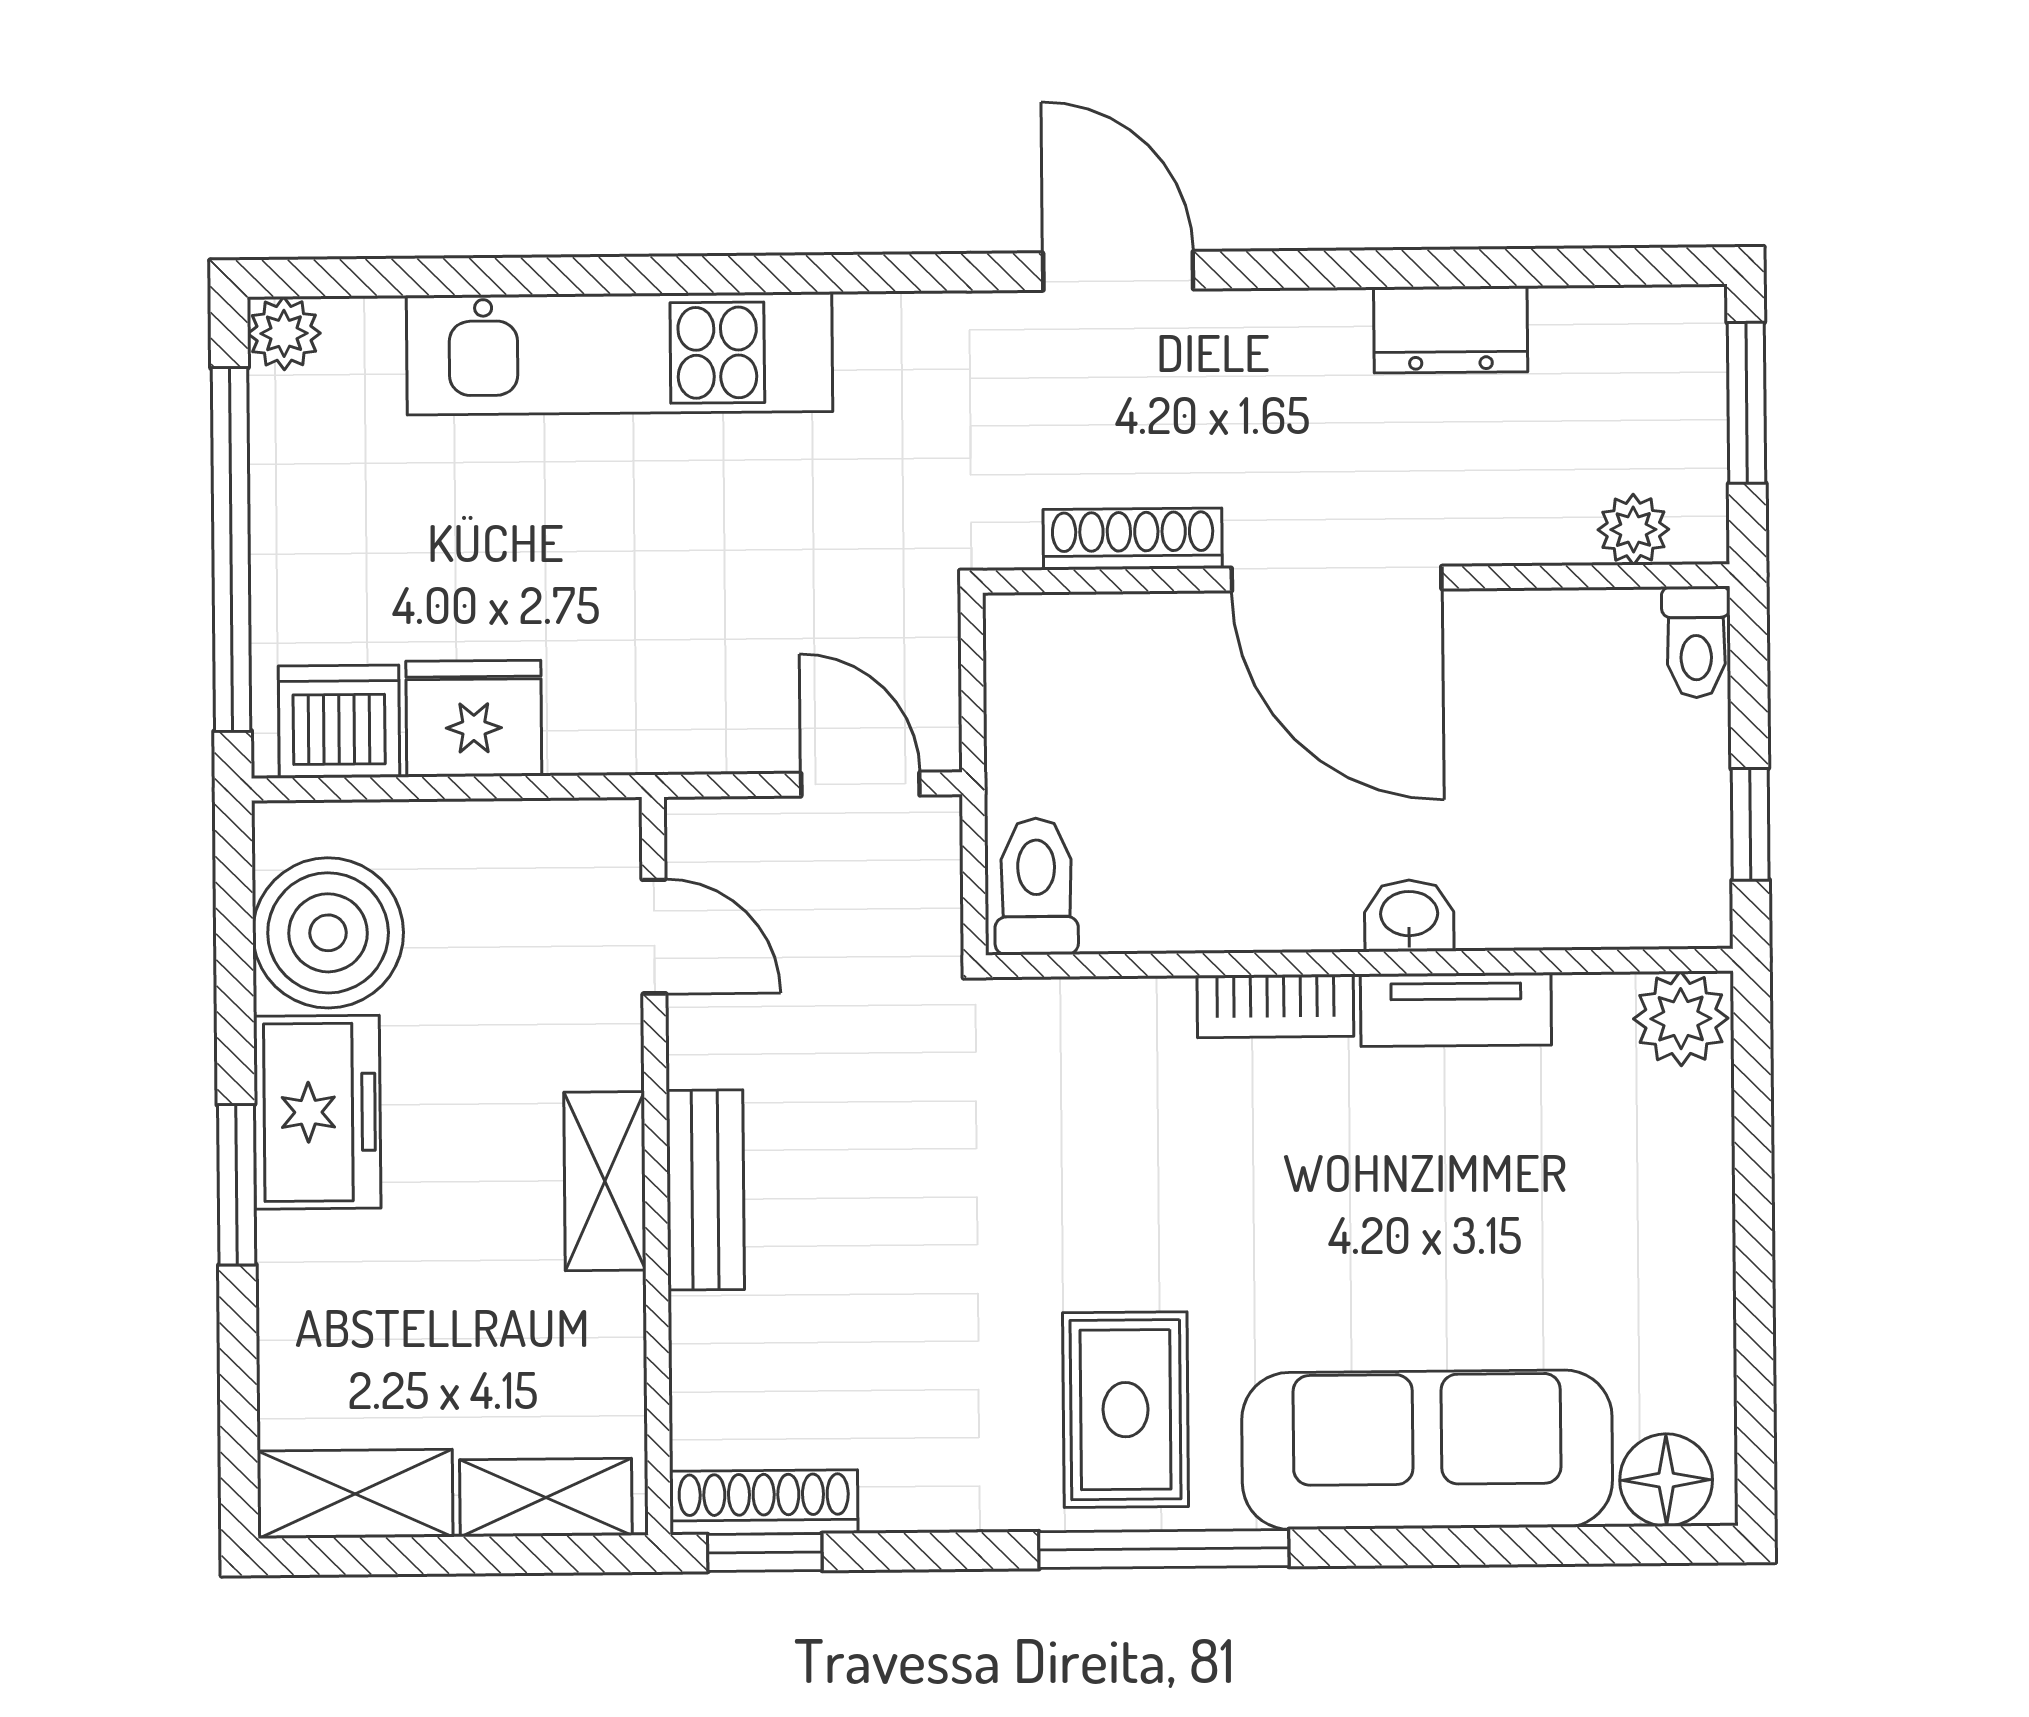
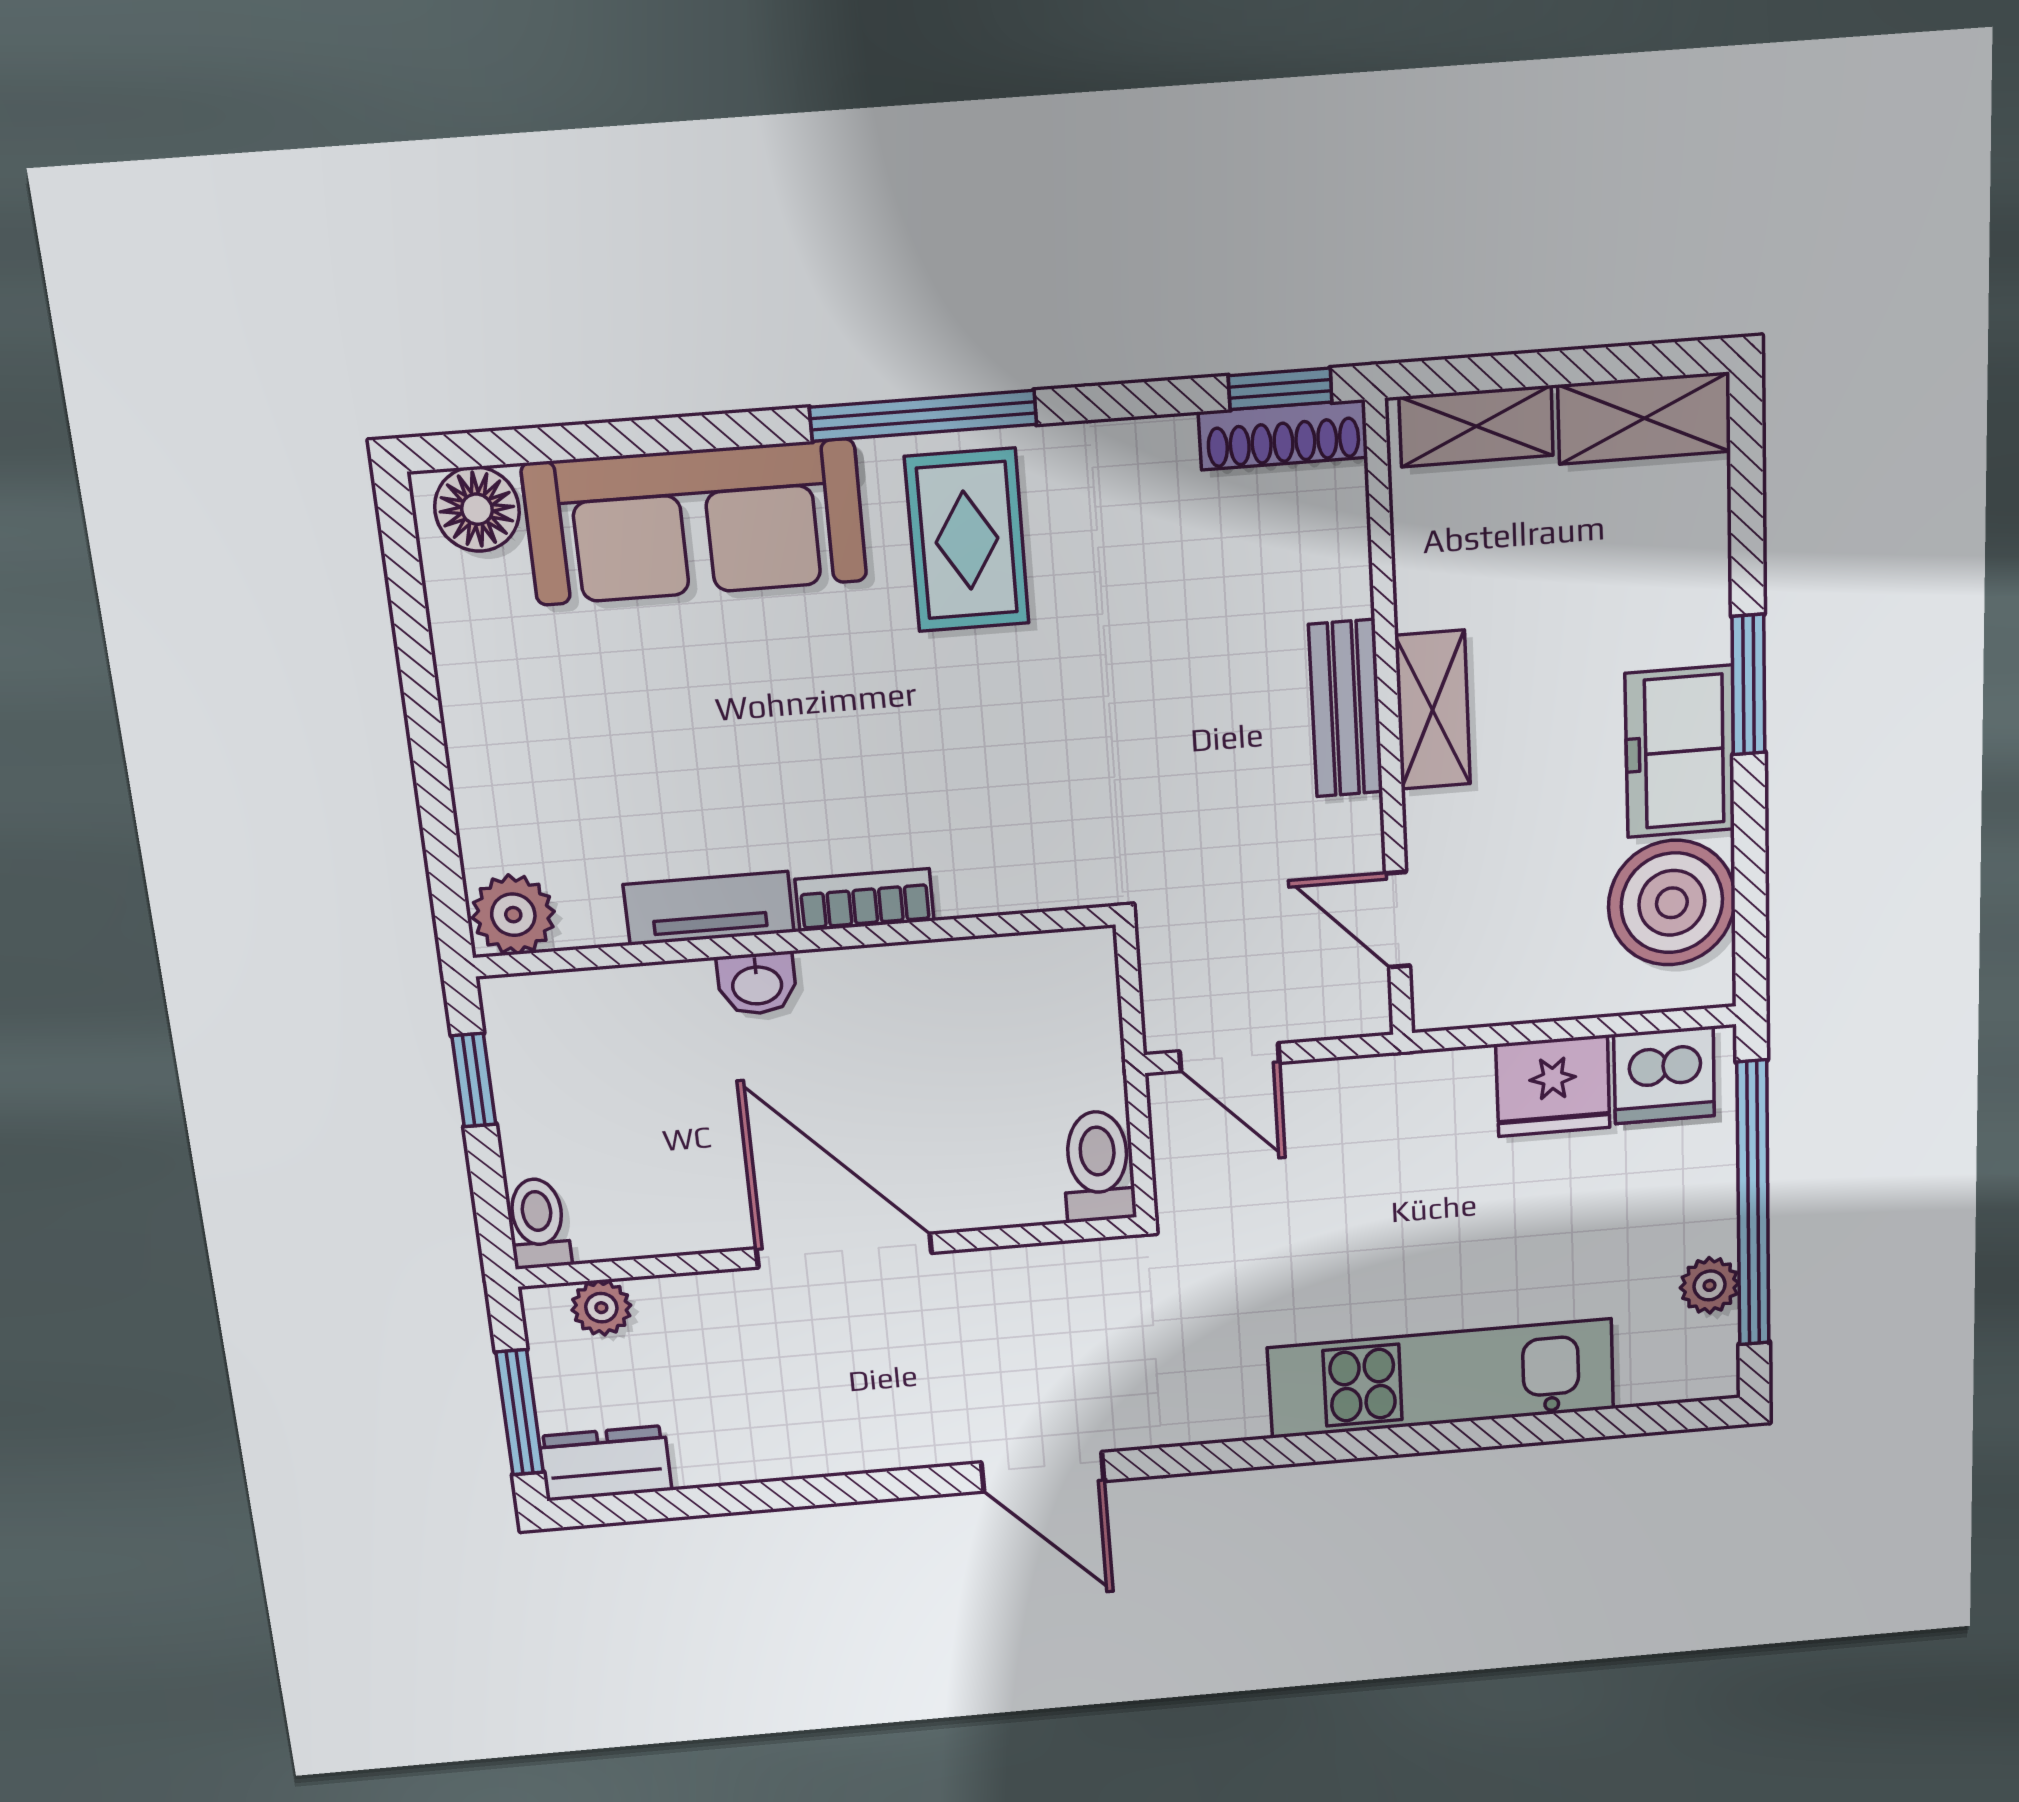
dresser: (1451, 329) -> (605, 1463), moved
plant: (284, 333) -> (1709, 1285), moved
shoe rack: (1133, 539) -> (1016, 1269), removed
toilet: (1036, 886) -> (1098, 1166), moved, turned 180

